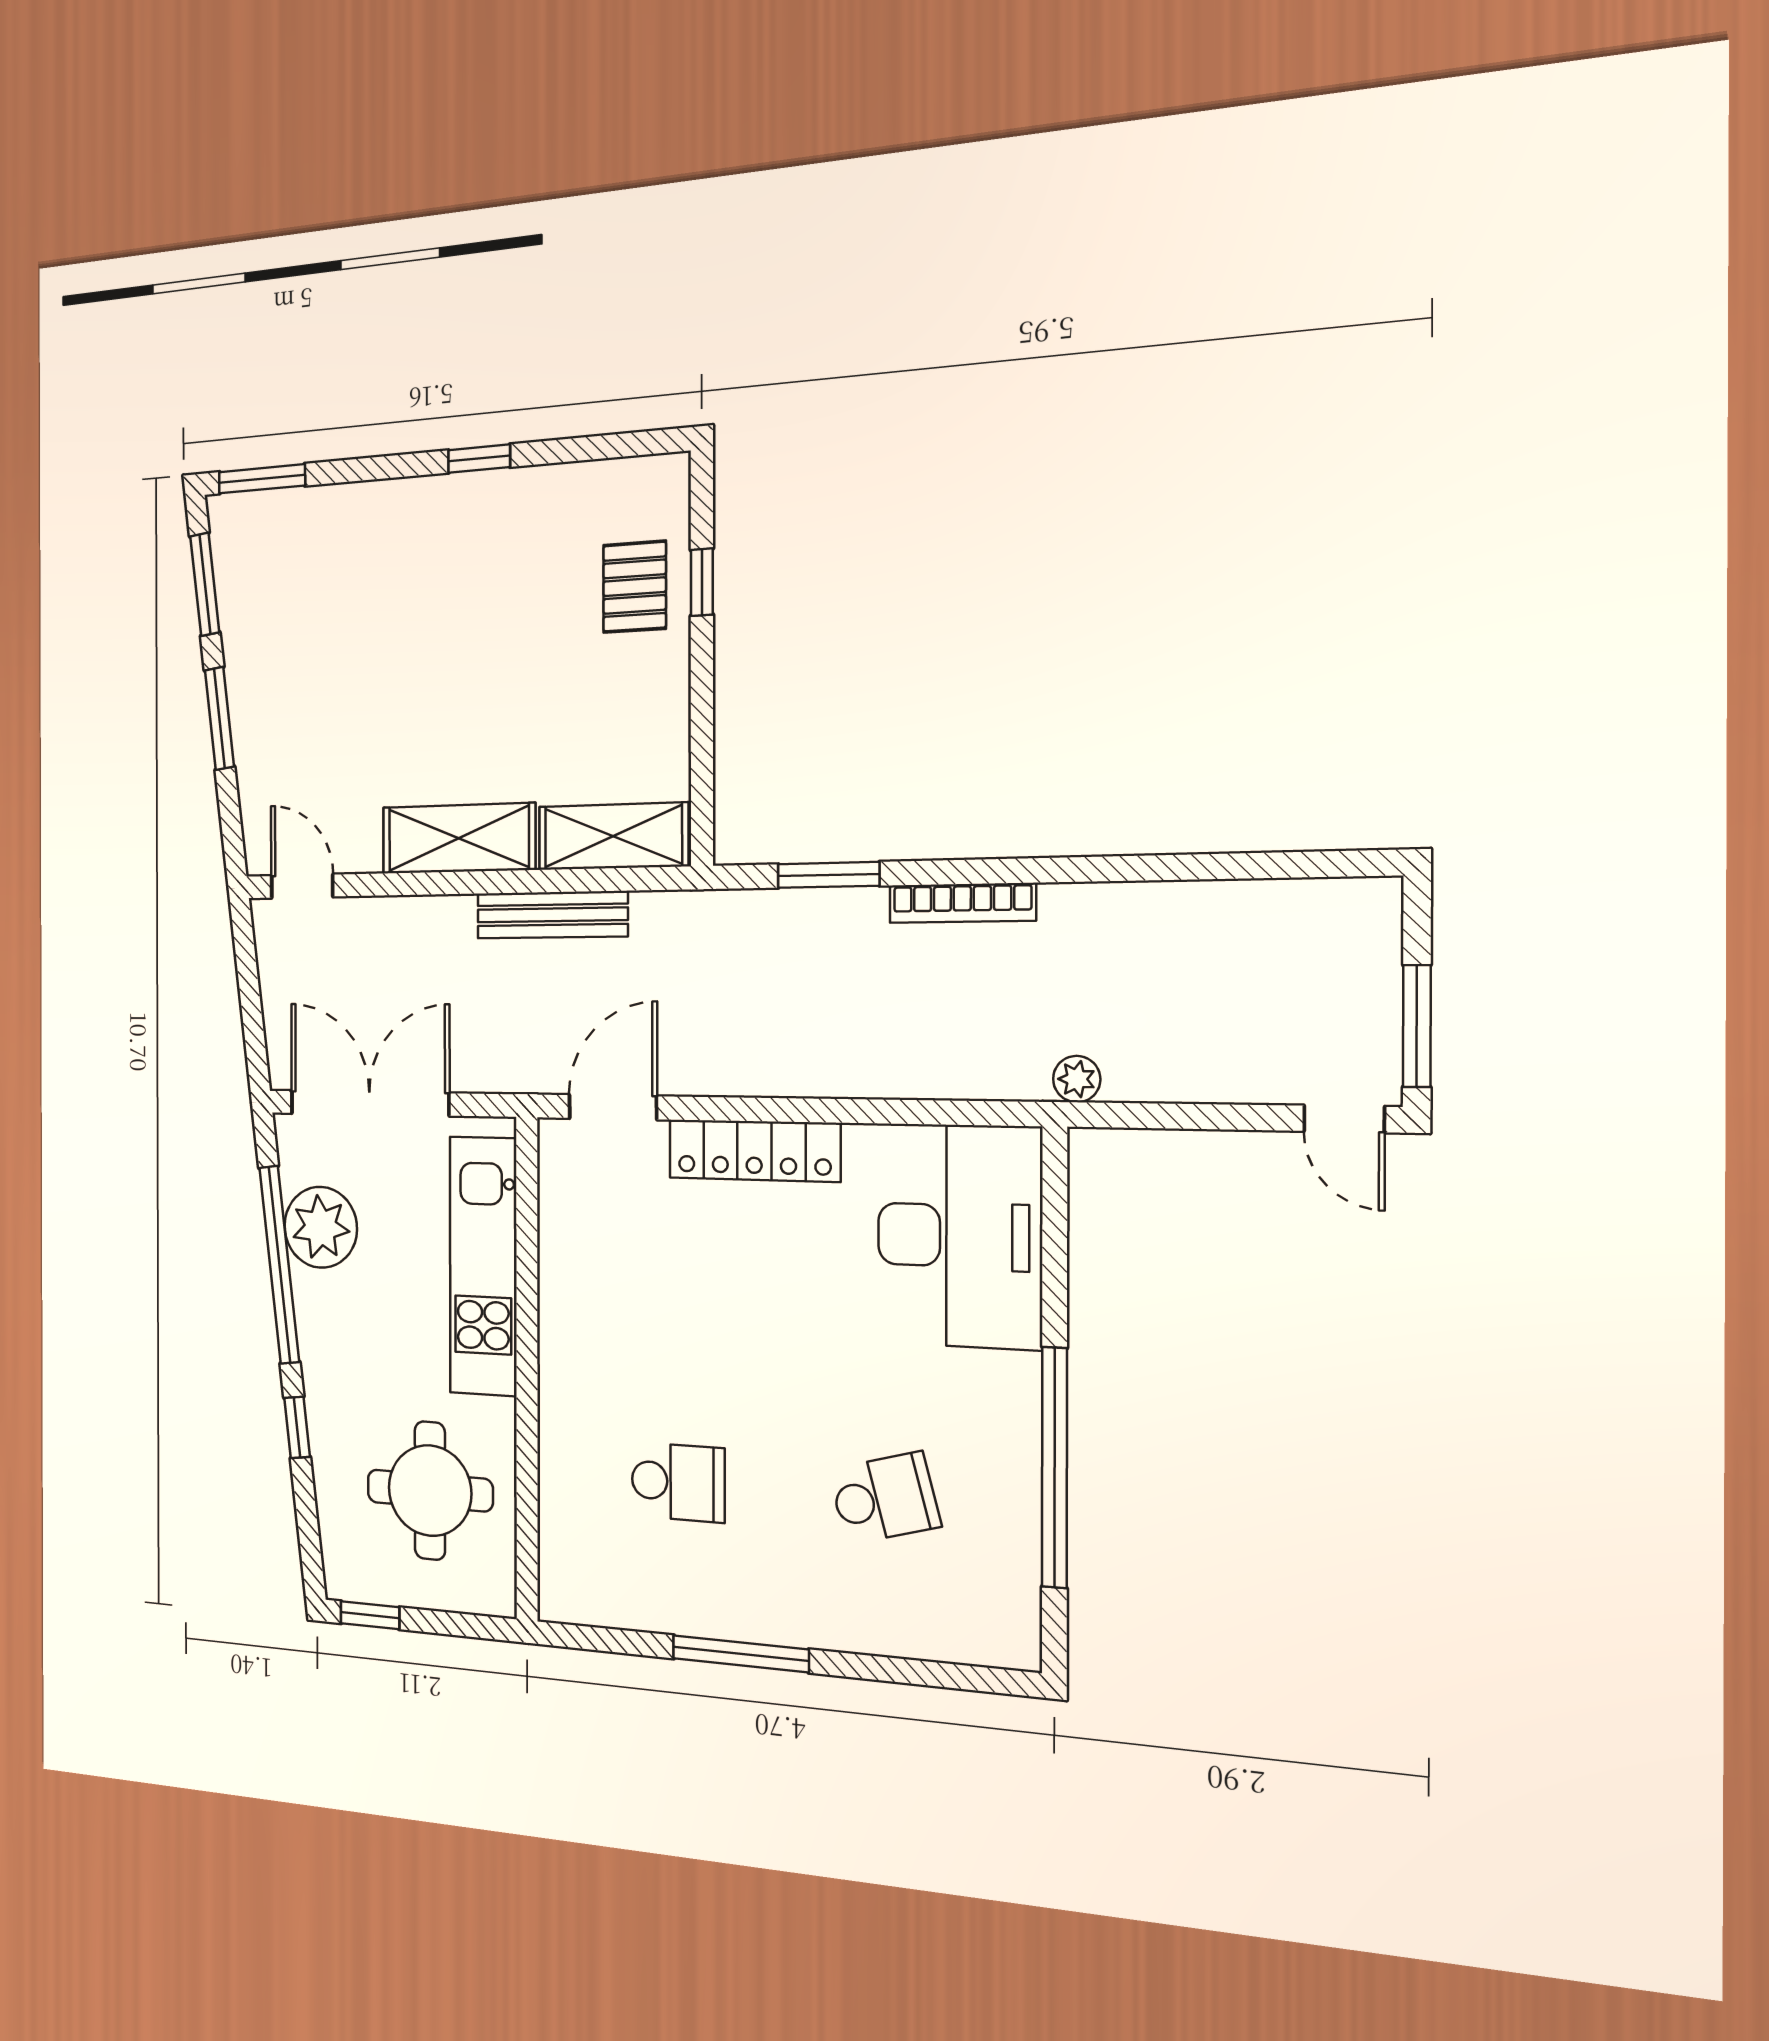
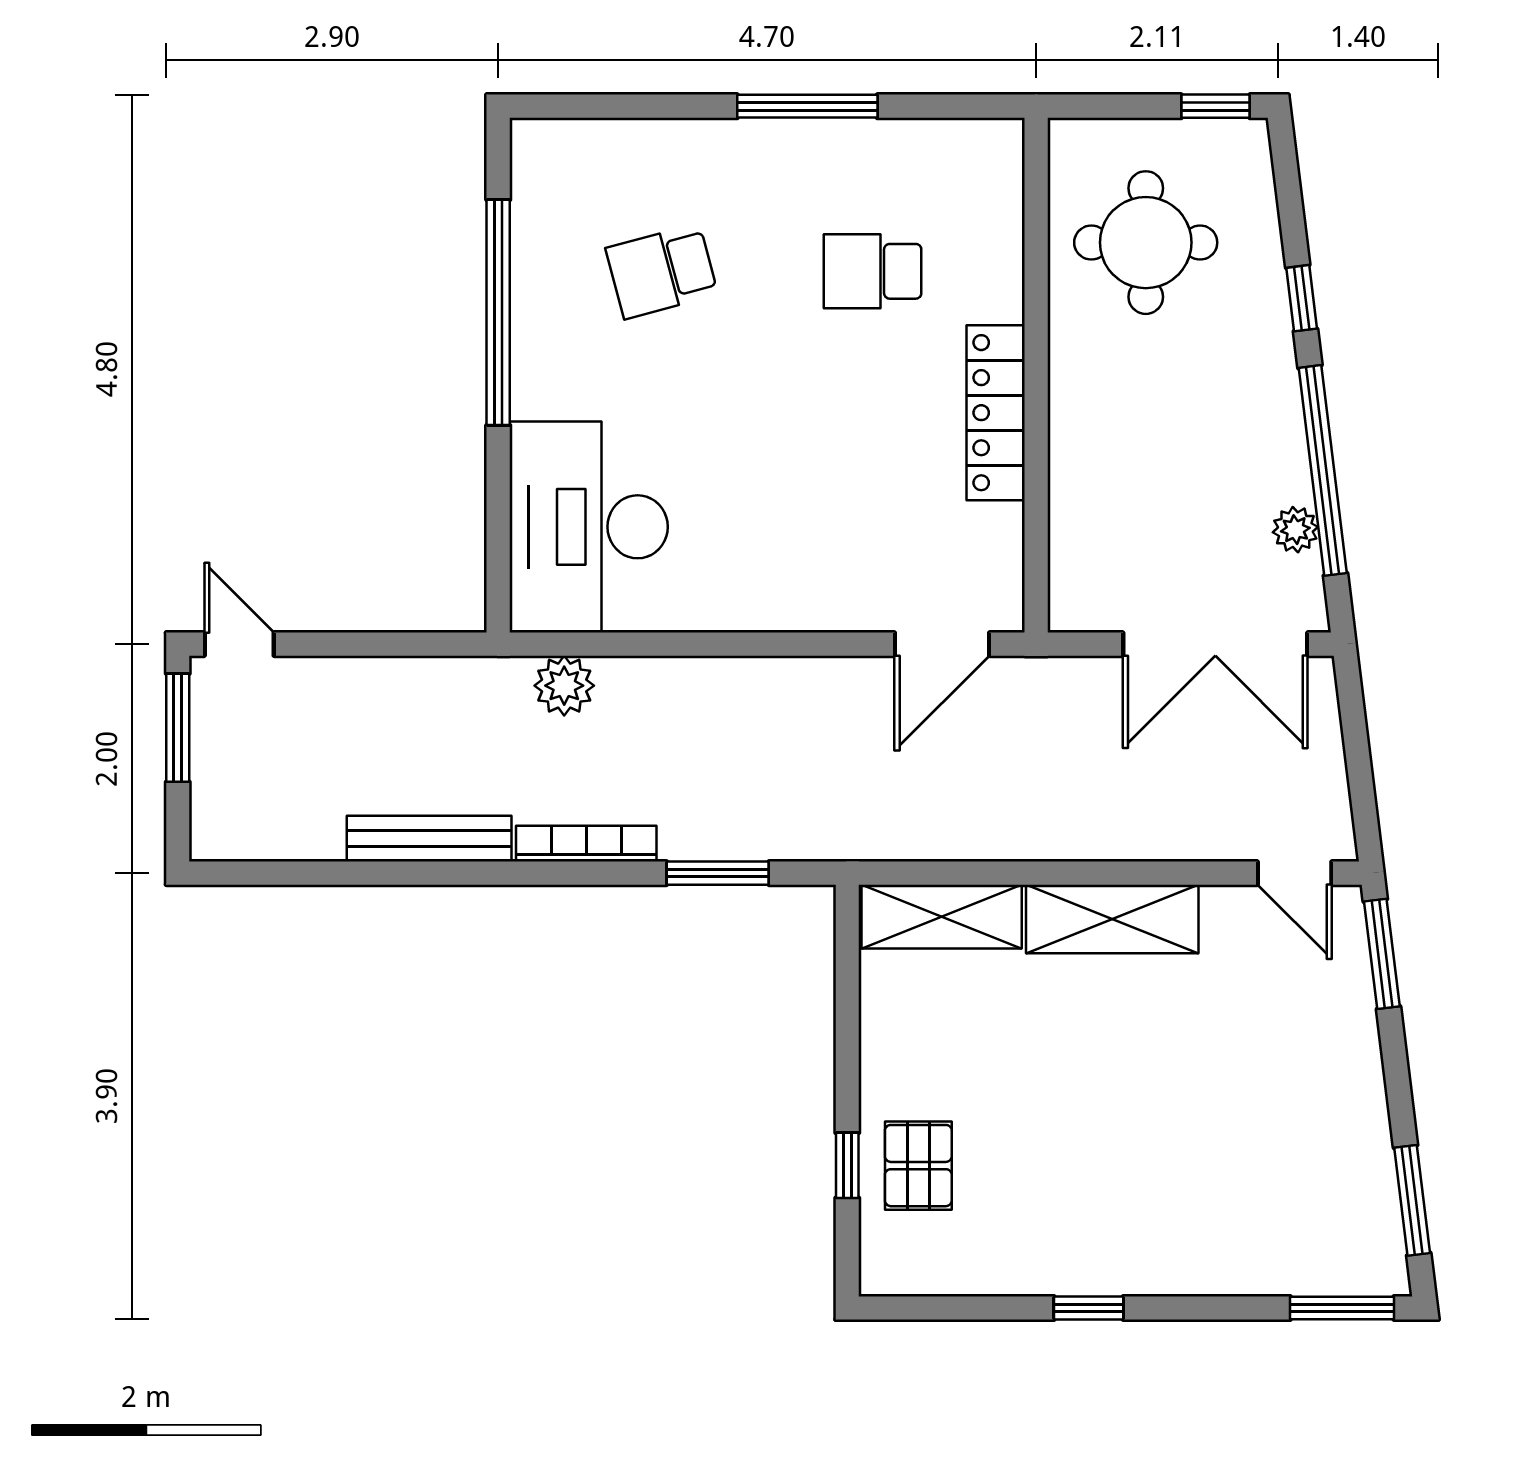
window: (219, 718) -> (1382, 954), moved
bench: (552, 915) -> (429, 839), moved
plant: (1077, 1079) -> (564, 686), moved, width x1.38, depth x1.38
locker: (754, 1151) -> (996, 413), moved, turned -90
plant: (321, 1227) -> (1295, 530), width x0.53, depth x0.53
kitchen unit: (483, 1266) -> (1085, 479), removed

